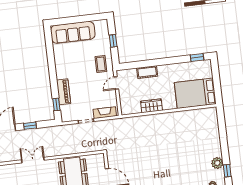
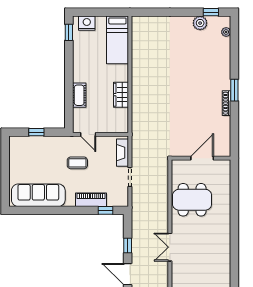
sofa: (73, 32) -> (38, 195), moved, turned -90
coffee table: (101, 64) -> (77, 163), moved
nightstand: (206, 71) -> (87, 23), added
bed: (195, 93) -> (117, 40), width x0.67

